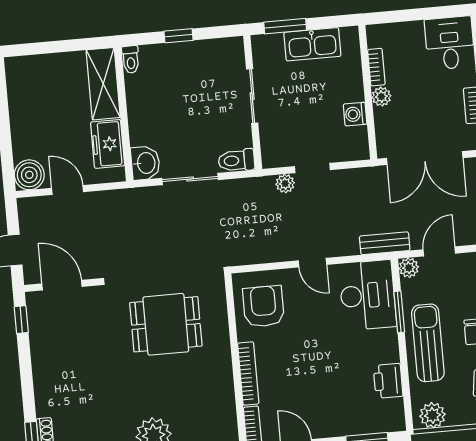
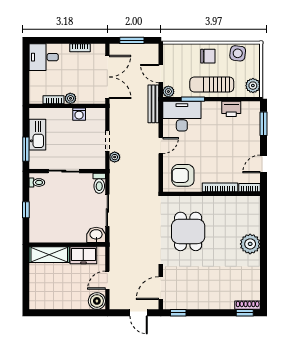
toilet: (131, 59) -> (37, 182), moved
bench: (385, 243) -> (153, 104), width x1.36

